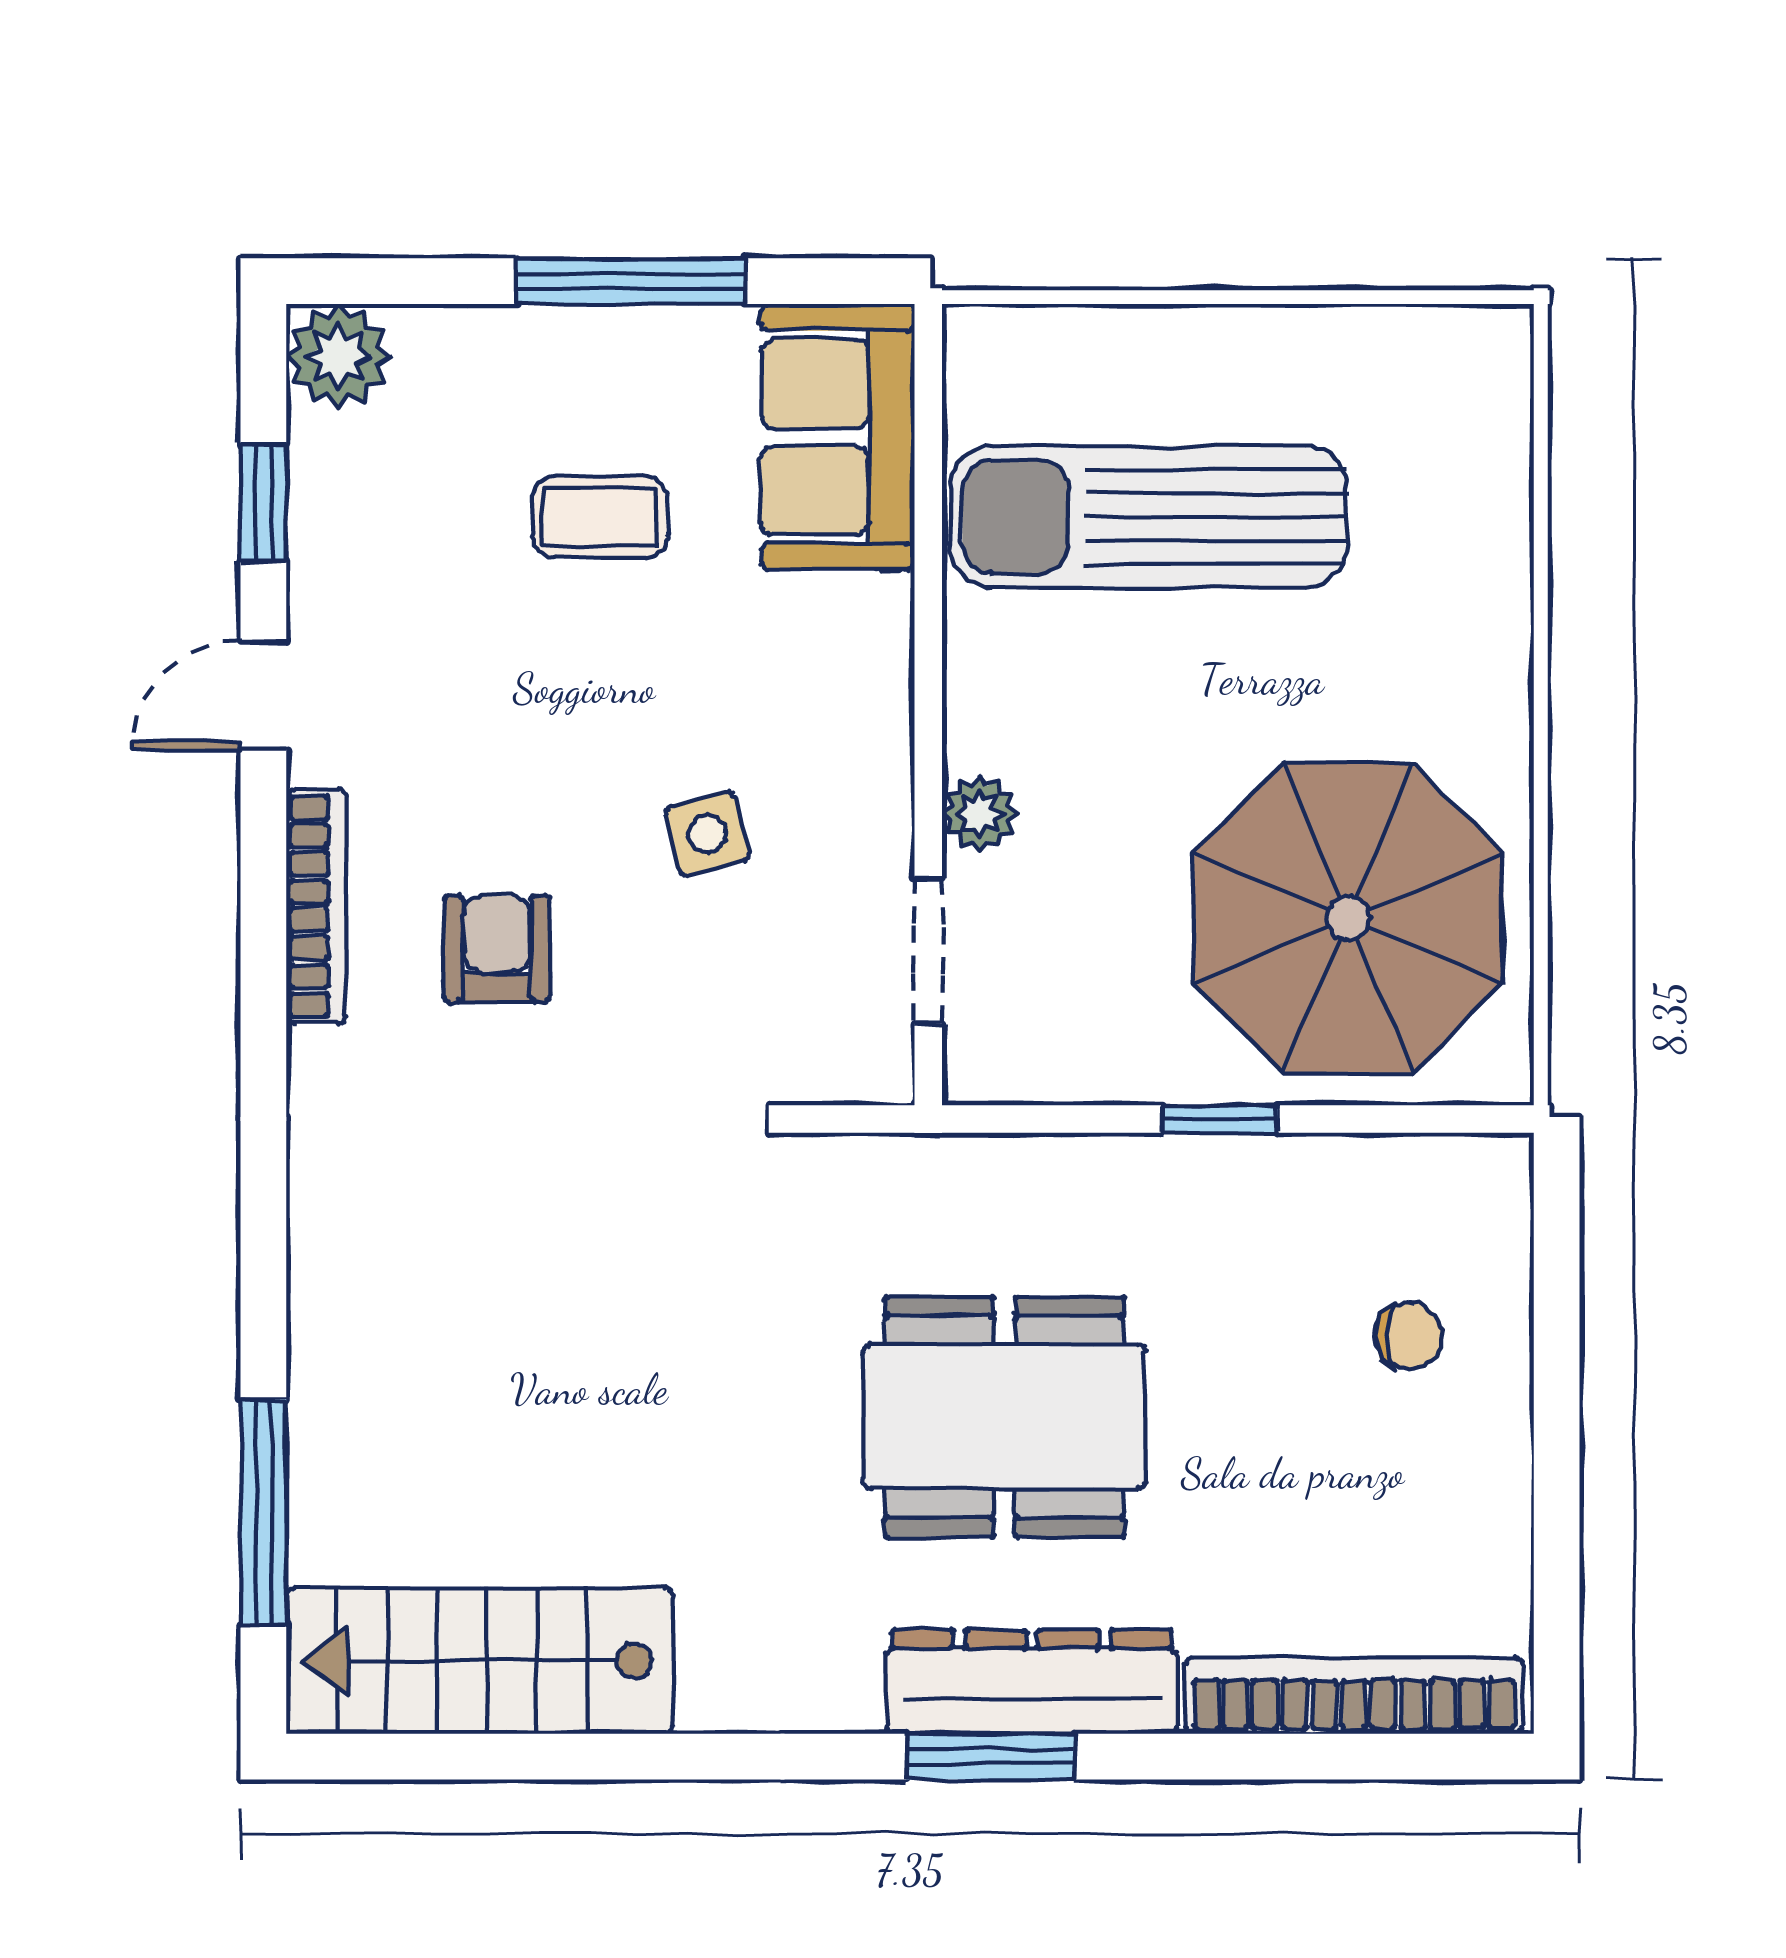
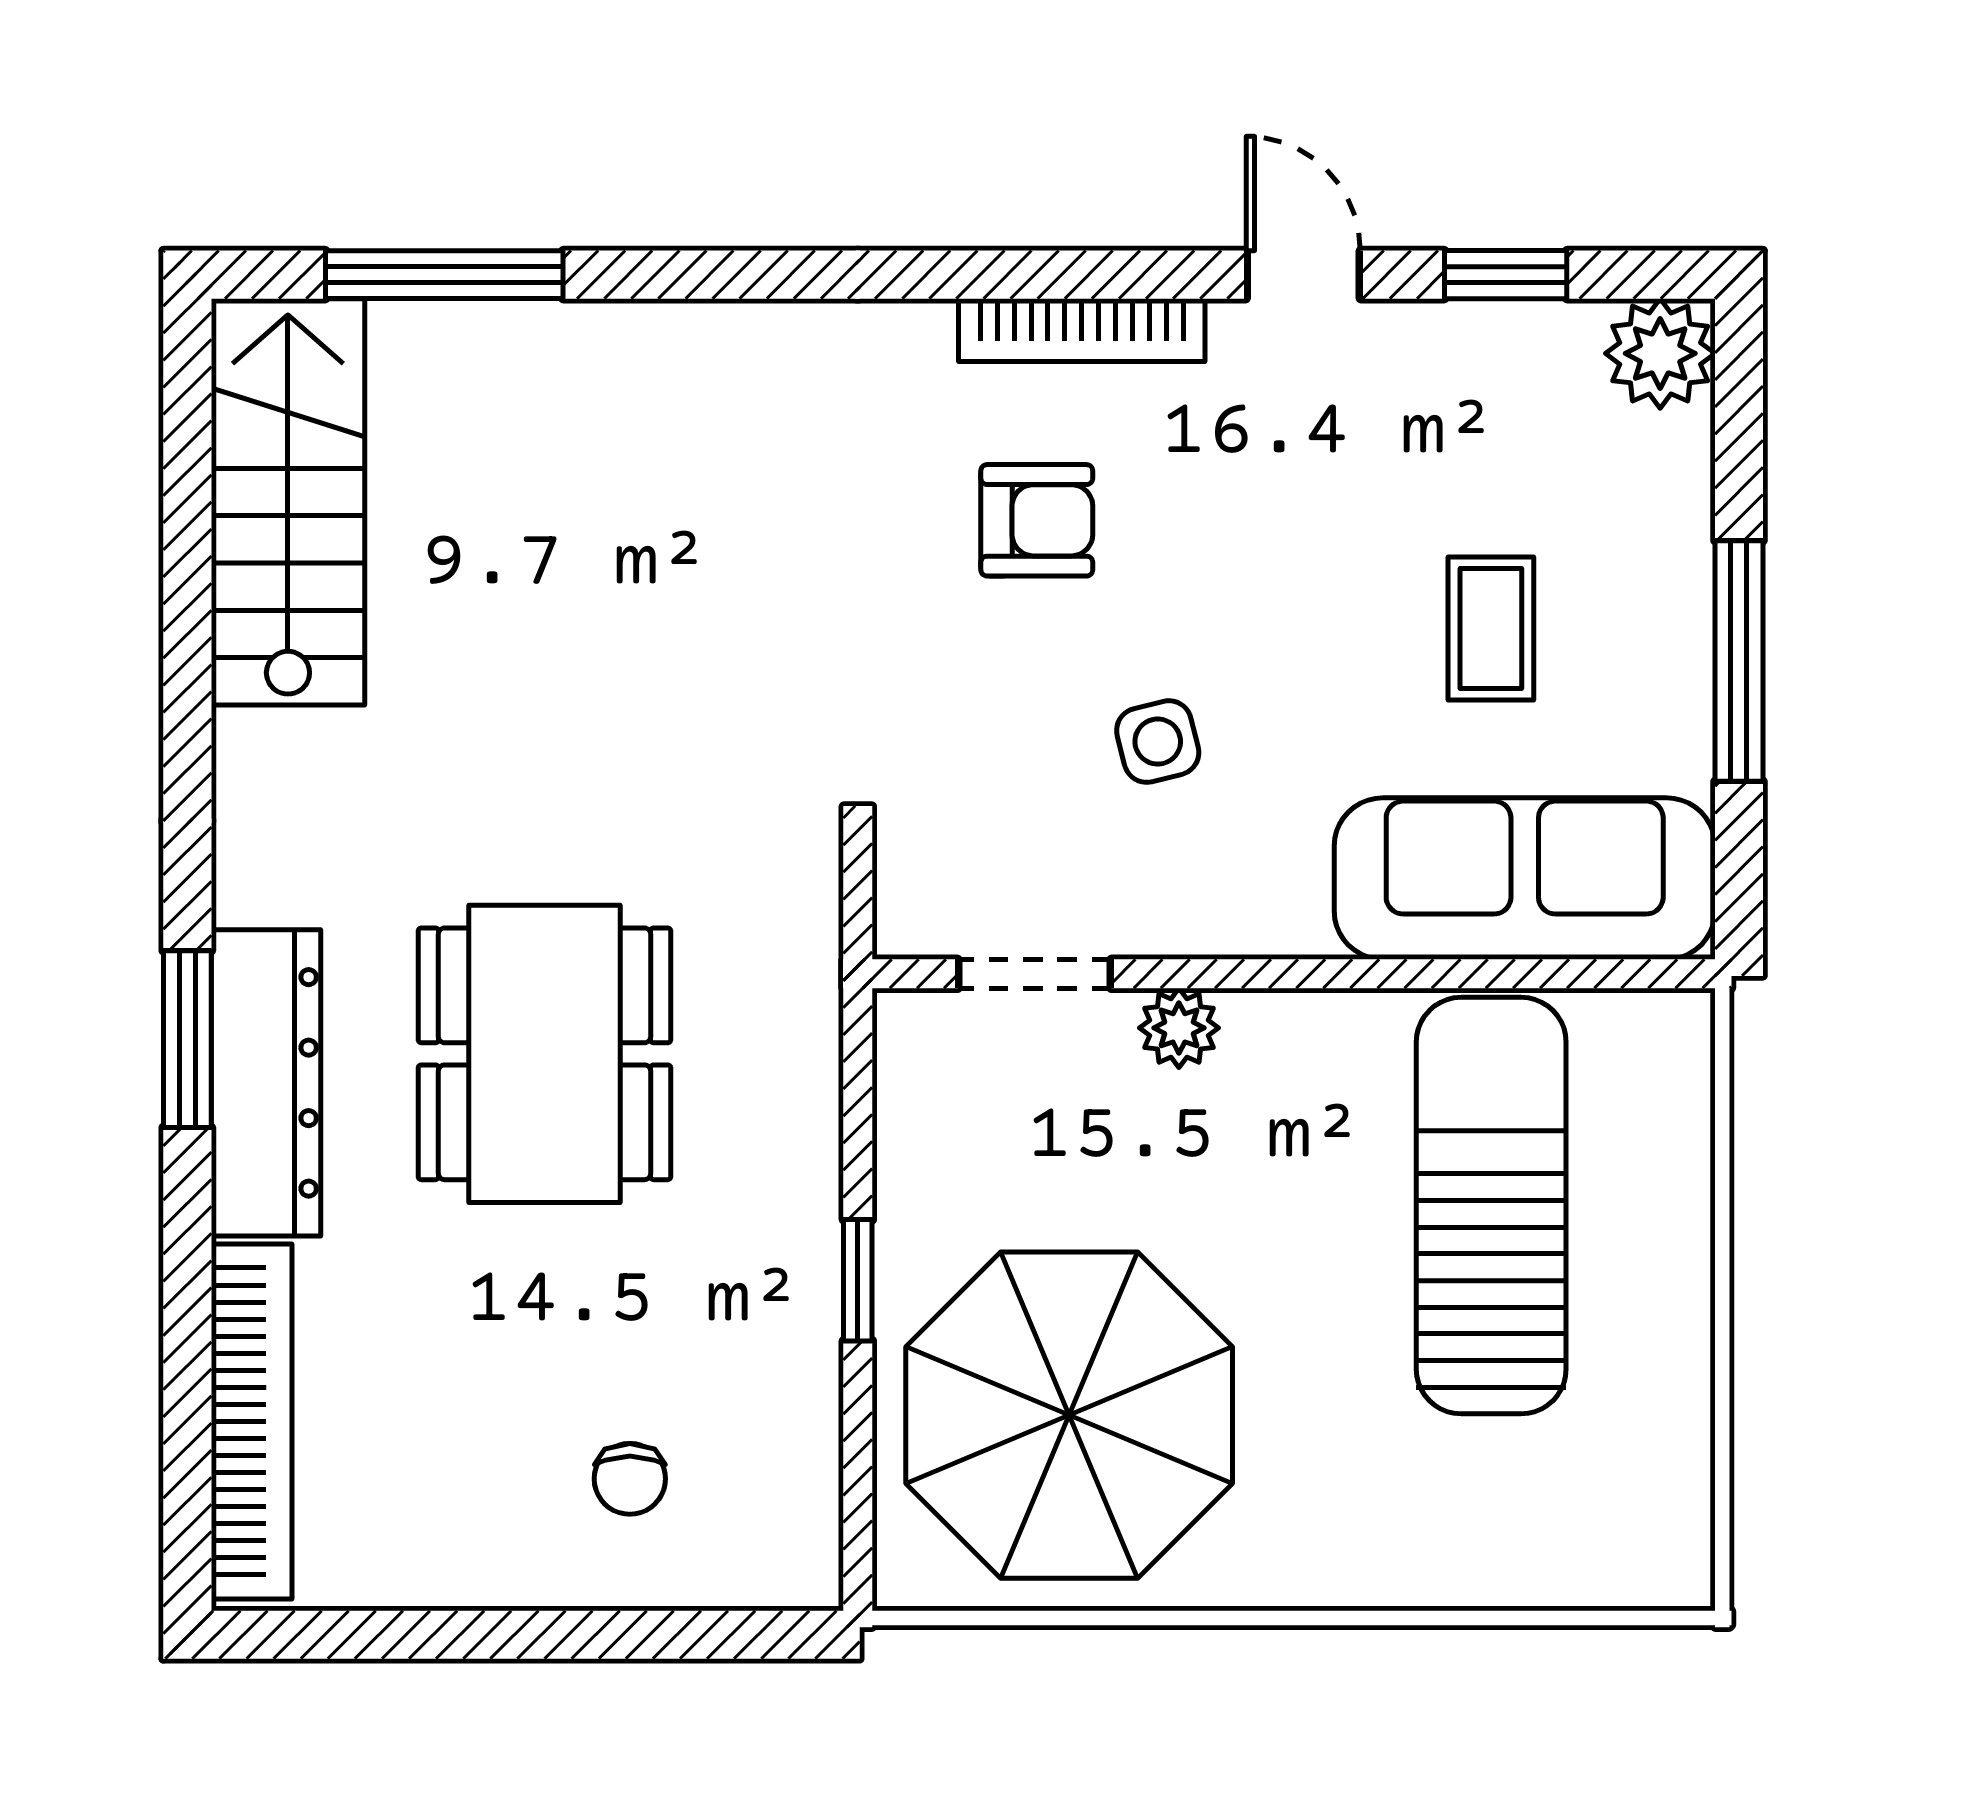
sofa: (838, 437) -> (1525, 879), width x1.36

